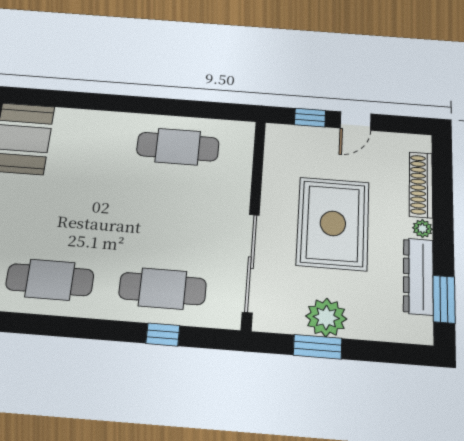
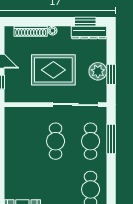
cafe table: (178, 147) -> (56, 141), moved
dresser: (418, 276) -> (89, 33), moved
window: (163, 334) -> (111, 139), width x2.17

